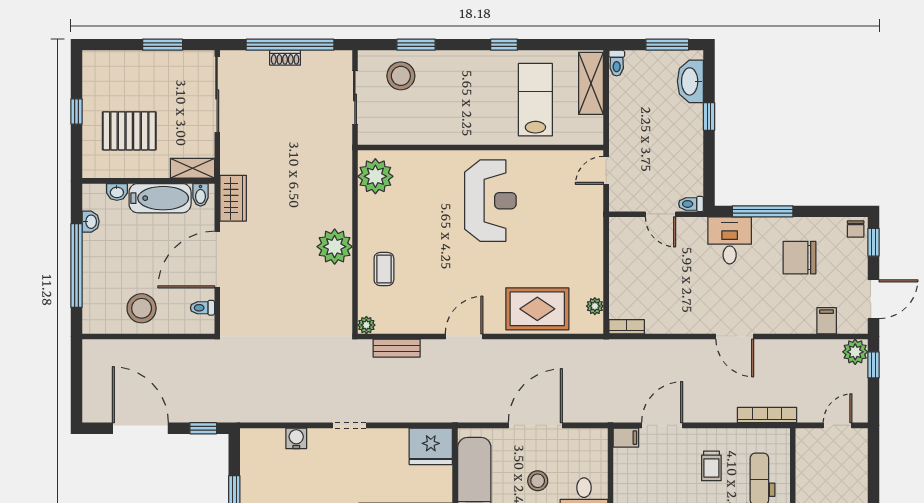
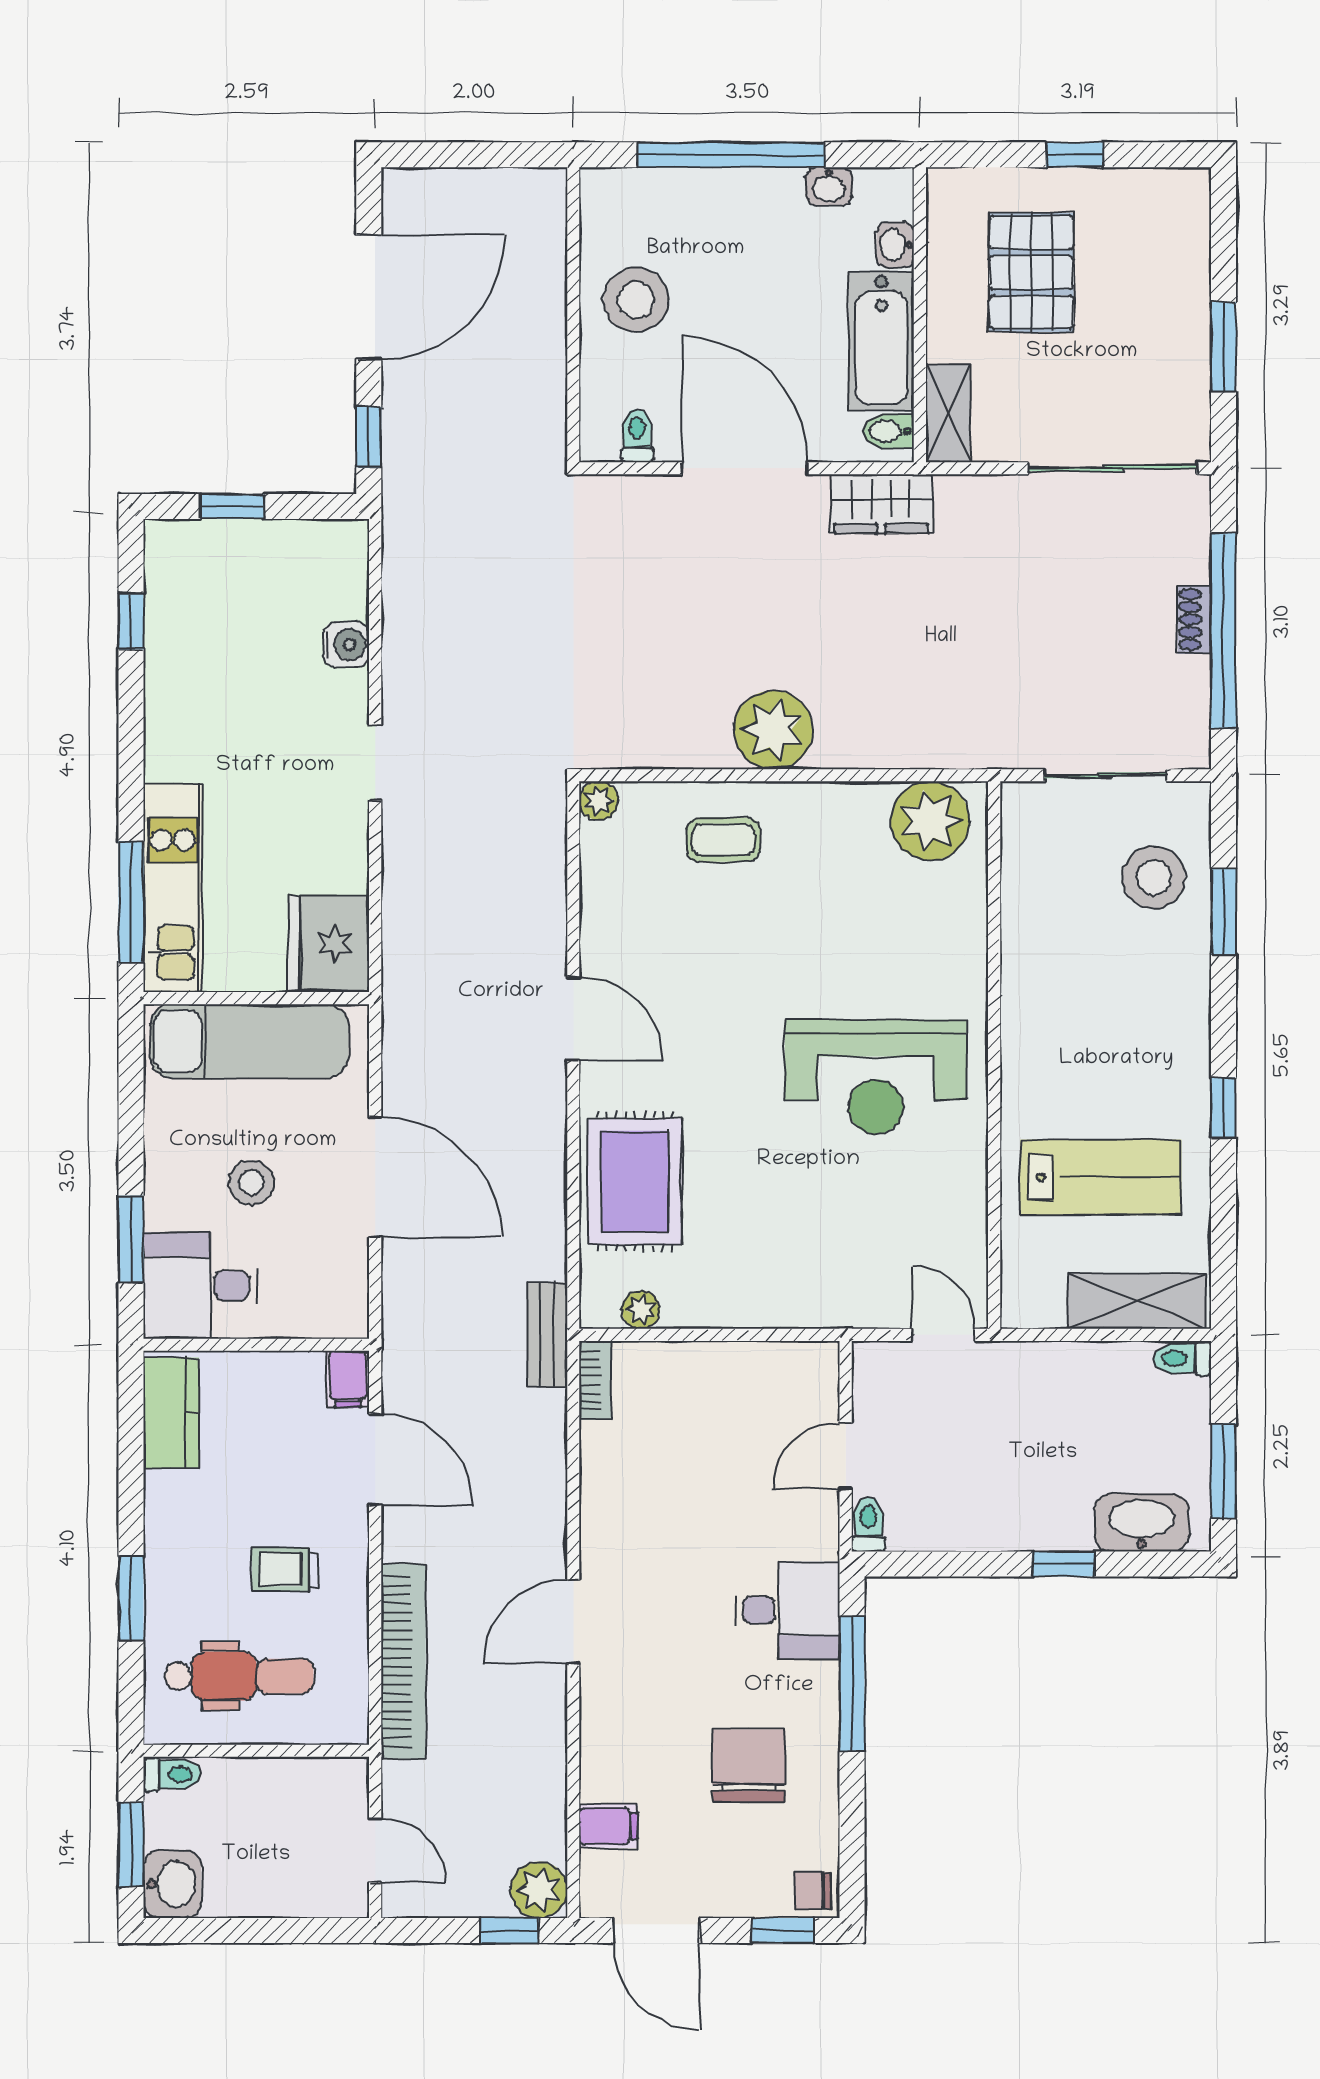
bench: (397, 348) -> (547, 1335), moved
bookcase: (767, 415) -> (403, 1662), width x1.48, depth x1.31

